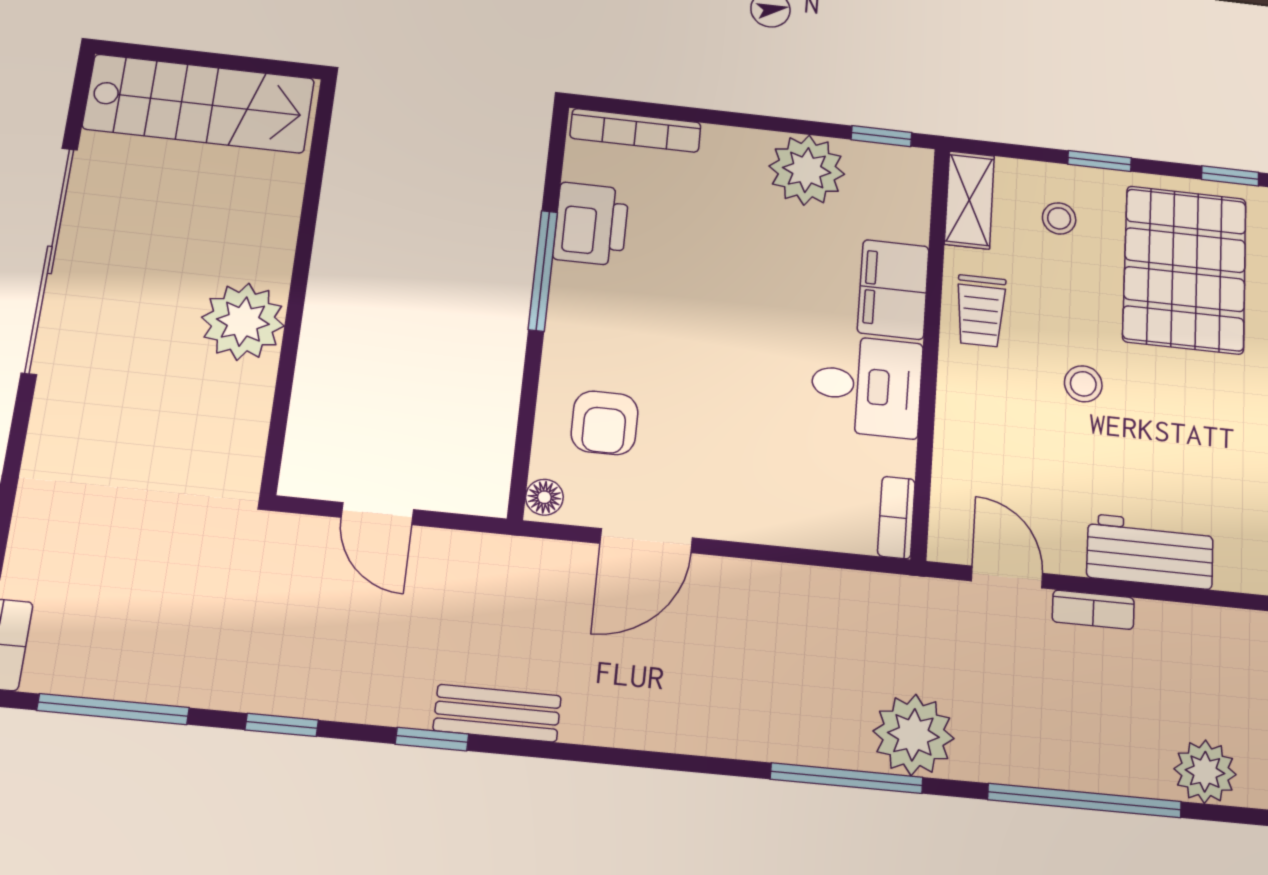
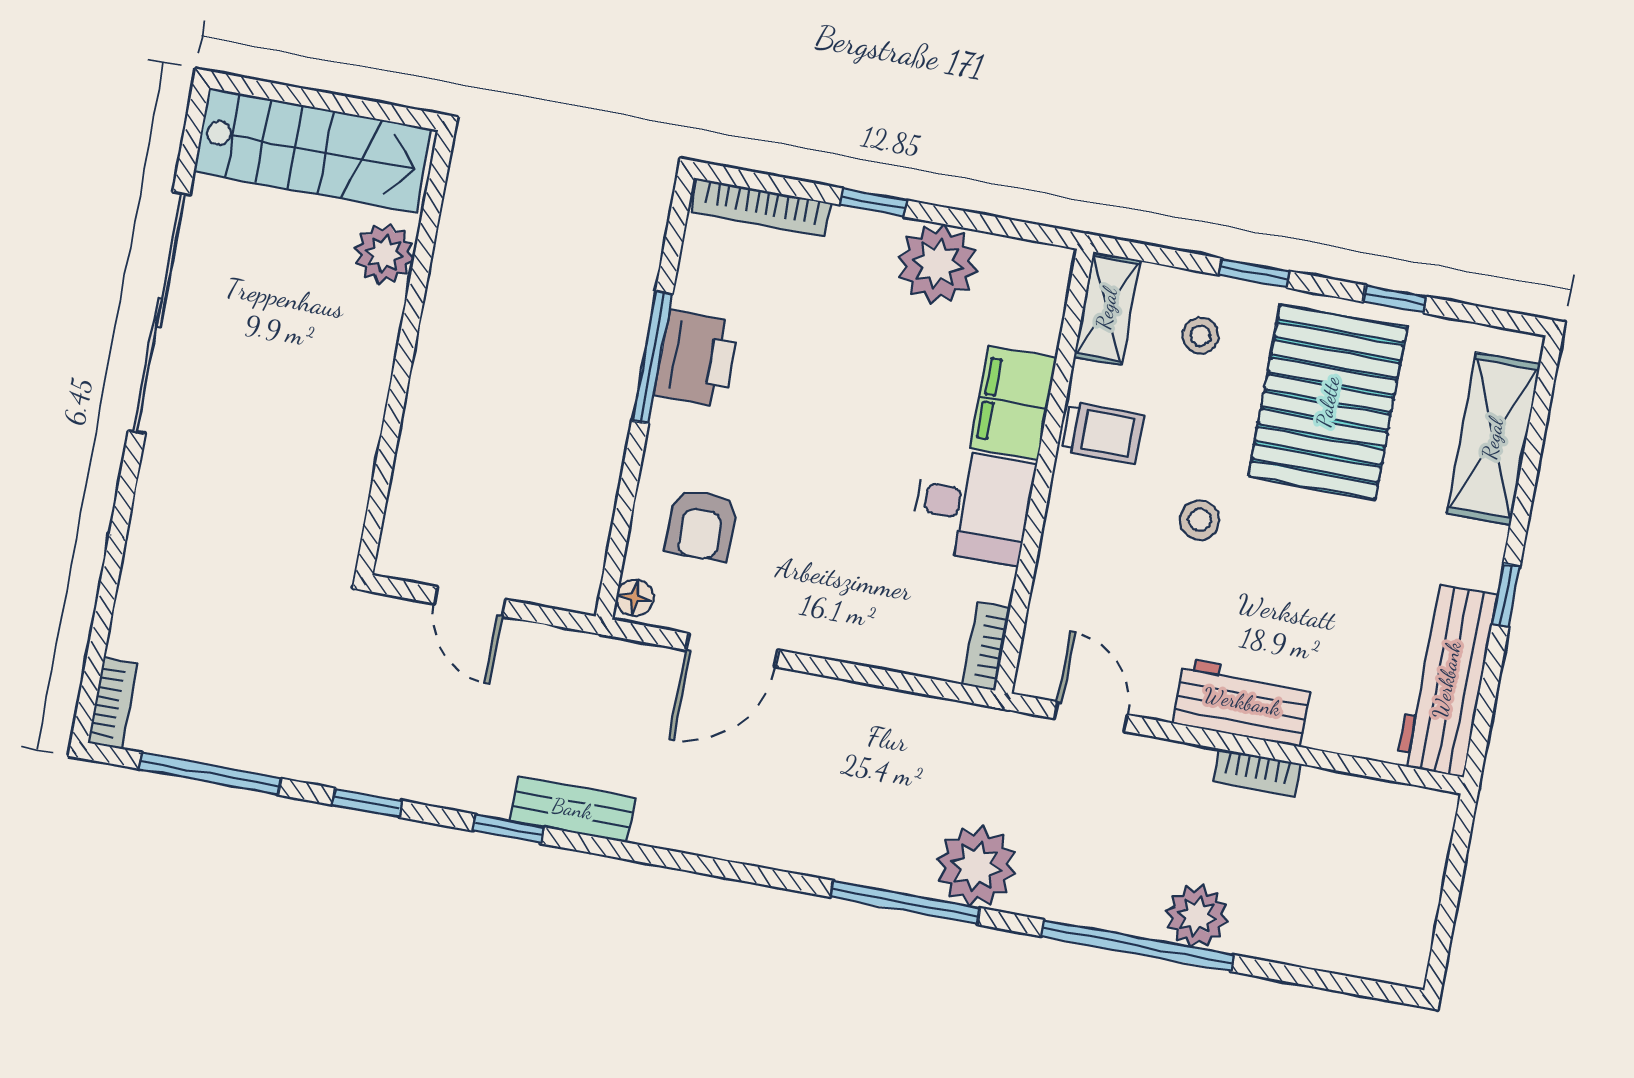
window: (881, 136) -> (873, 203), moved
printer: (591, 224) -> (697, 359), moved
trolley: (981, 311) -> (1102, 433), turned -90
plant: (243, 322) -> (384, 254), moved, width x0.73, depth x0.73
bookcase: (1093, 610) -> (1257, 772), moved
plant: (1205, 772) -> (1197, 916), moved

